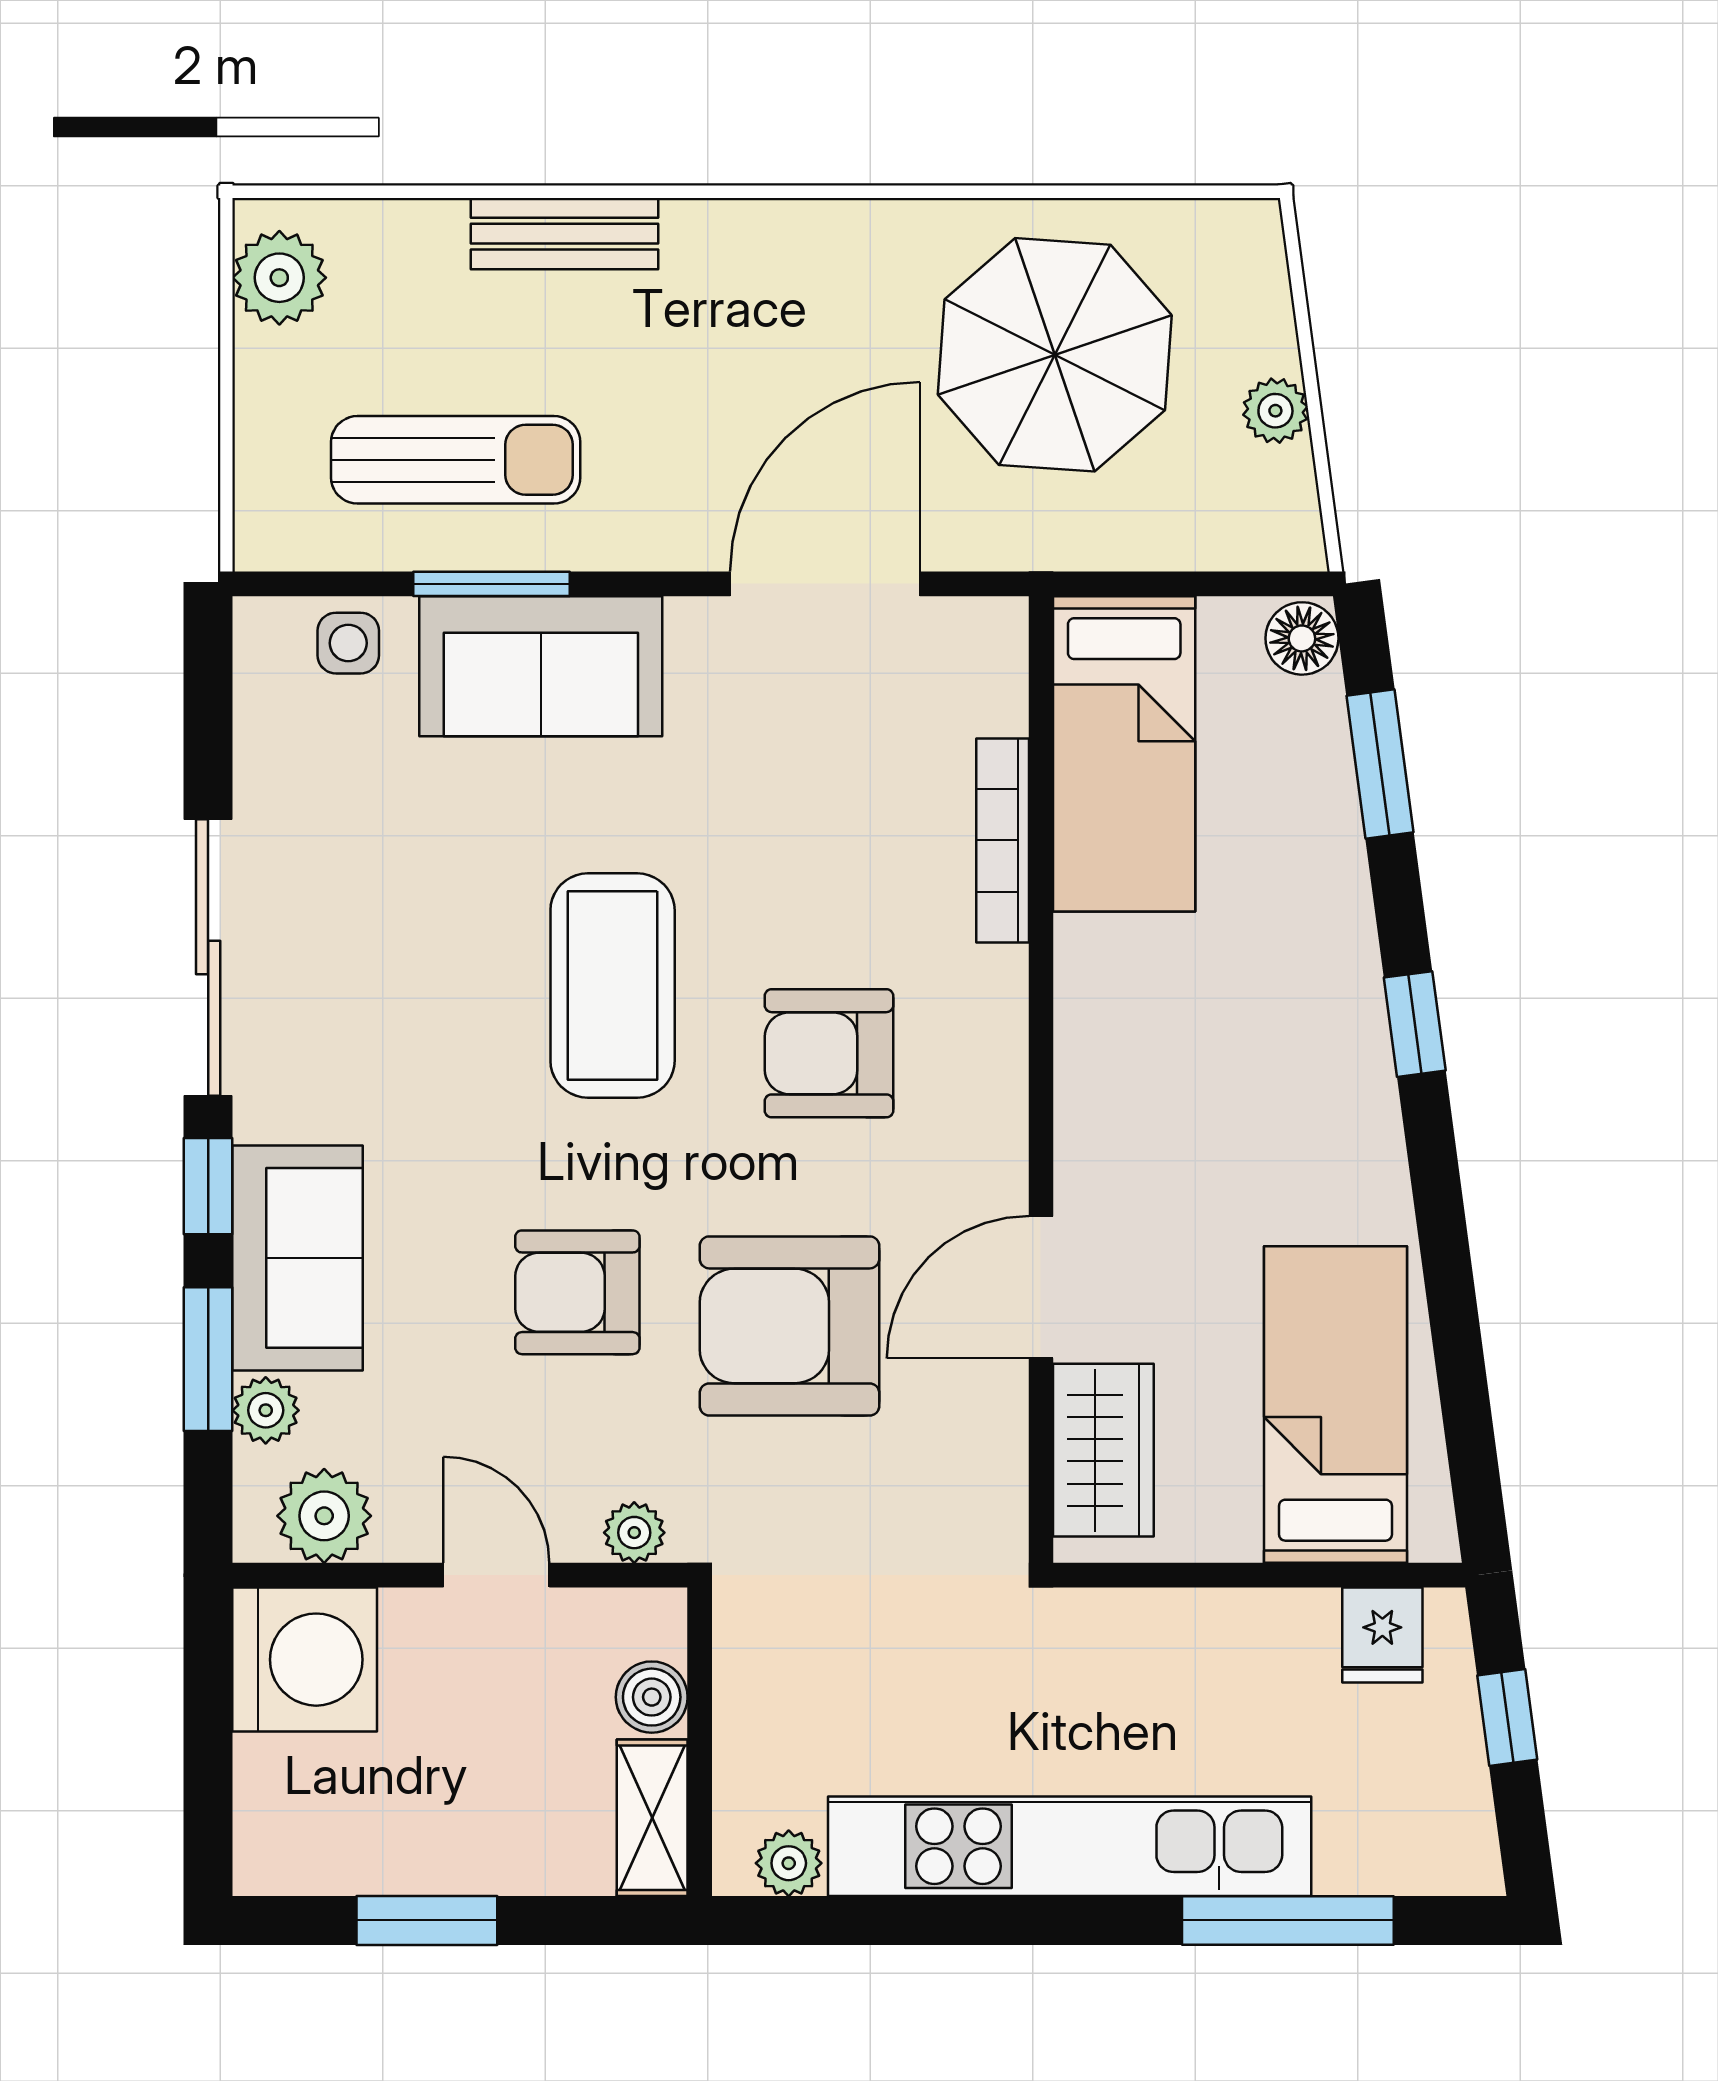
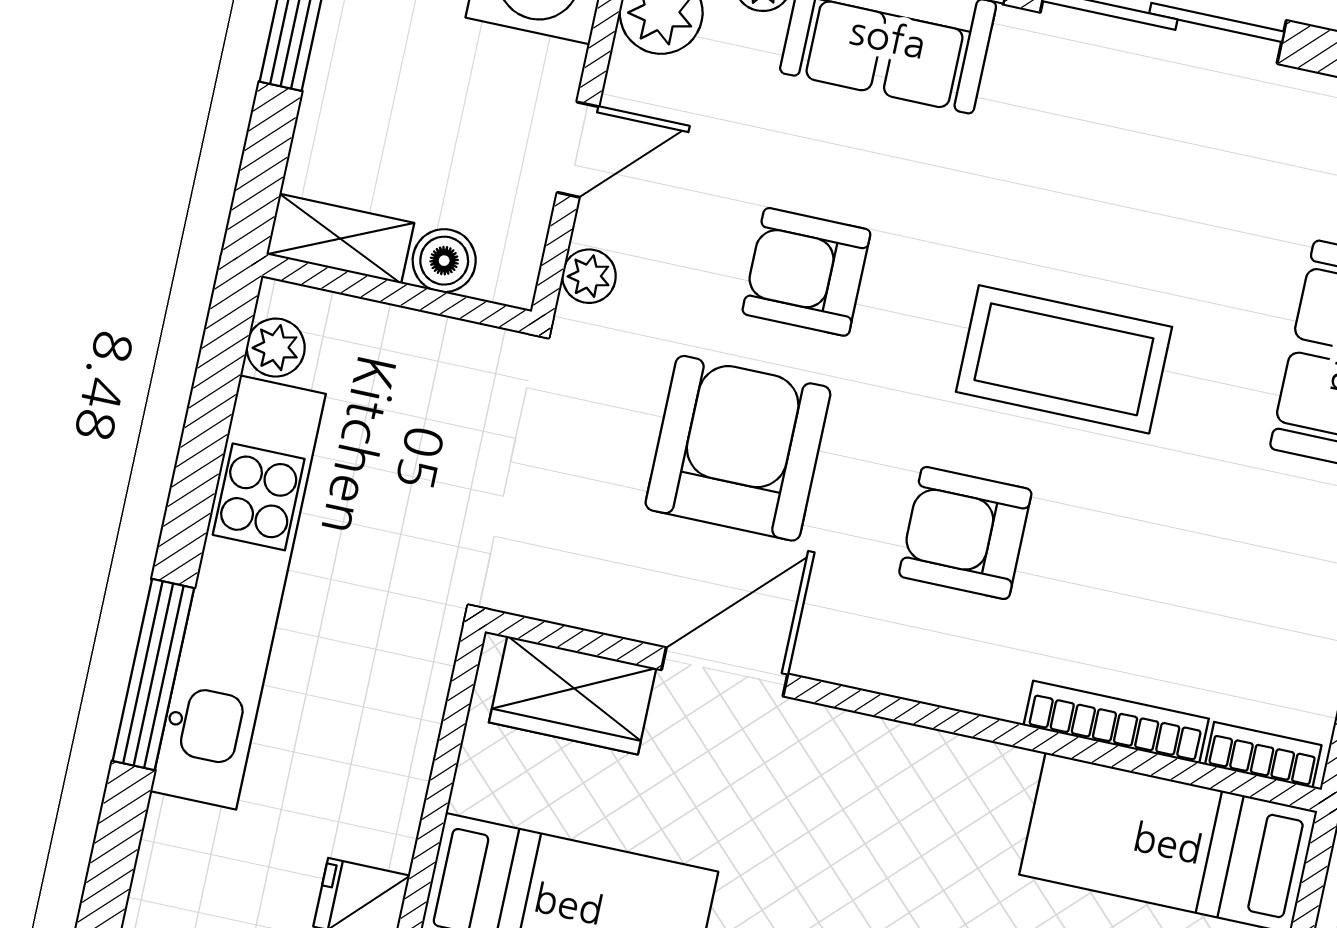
bookcase: (1004, 669) -> (1263, 755), added
armchair: (829, 1053) -> (965, 533), turned -90
door: (1041, 1287) -> (725, 672), hinge flipped
armchair: (577, 1292) -> (806, 272), turned -90
window: (1288, 1920) -> (153, 675), moved

